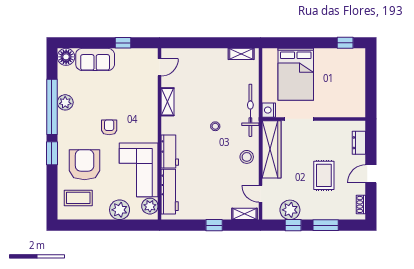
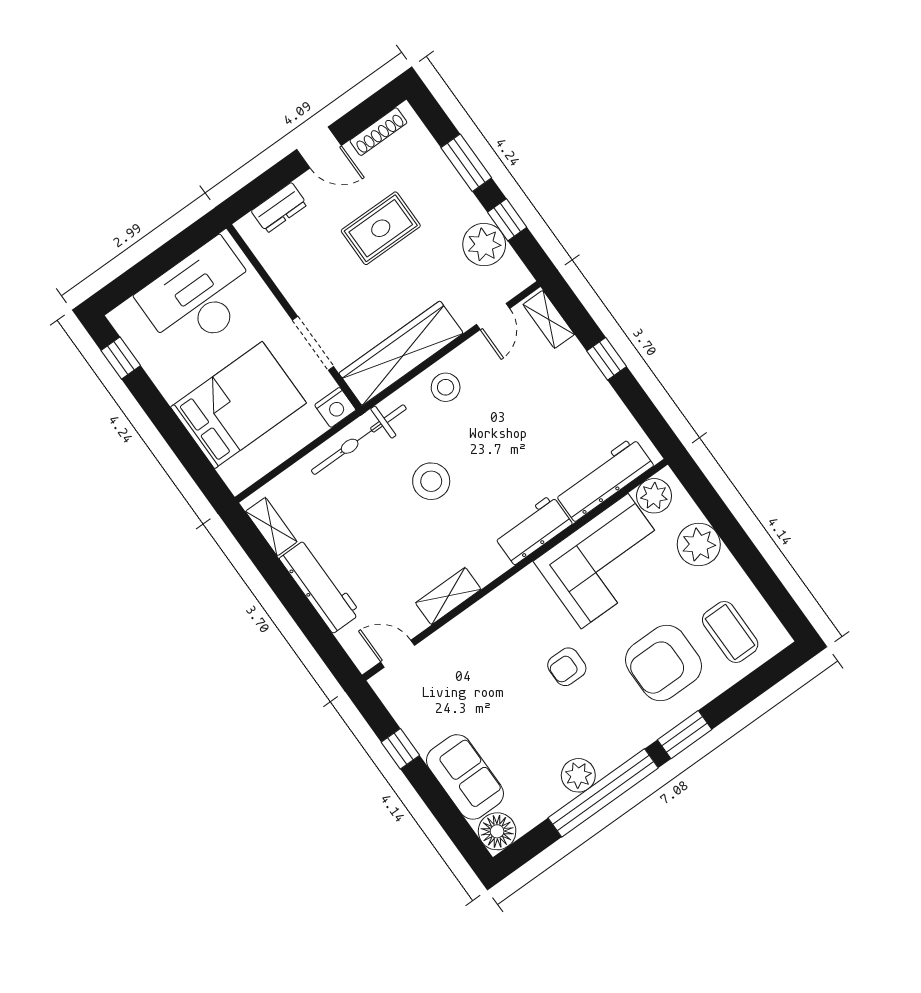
workbench: (206, 56) -> (320, 586), added
desk: (347, 89) -> (199, 297), added
stool: (215, 126) -> (431, 481), width x1.89, depth x1.89
shoe rack: (361, 204) -> (378, 132), width x1.43

